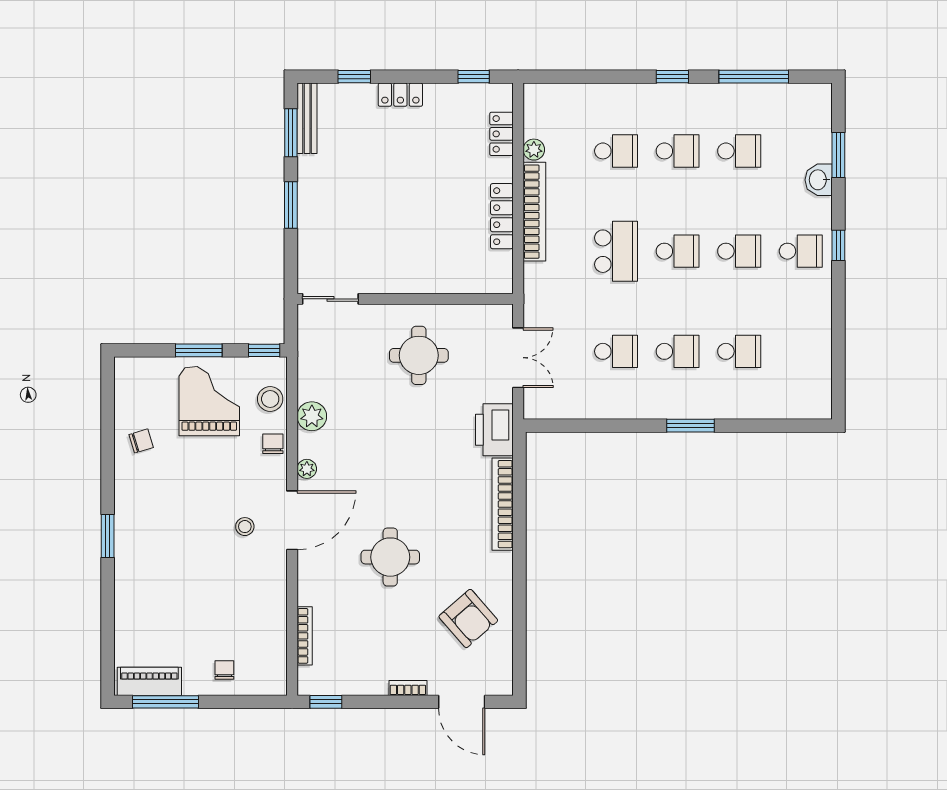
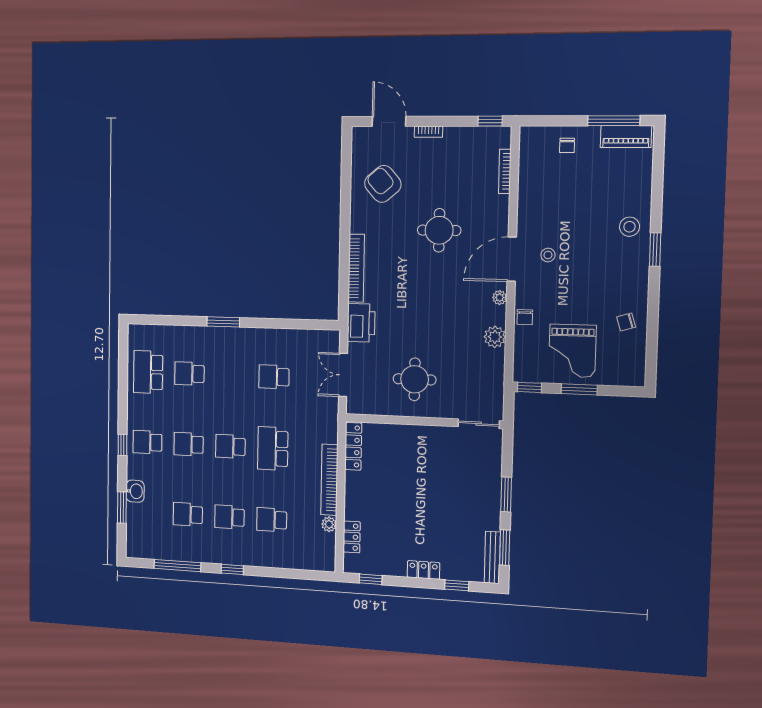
locker: (502, 216) -> (353, 446), moved
school desk: (678, 351) -> (148, 372), moved, width x1.85
stool: (270, 399) -> (629, 227), moved

